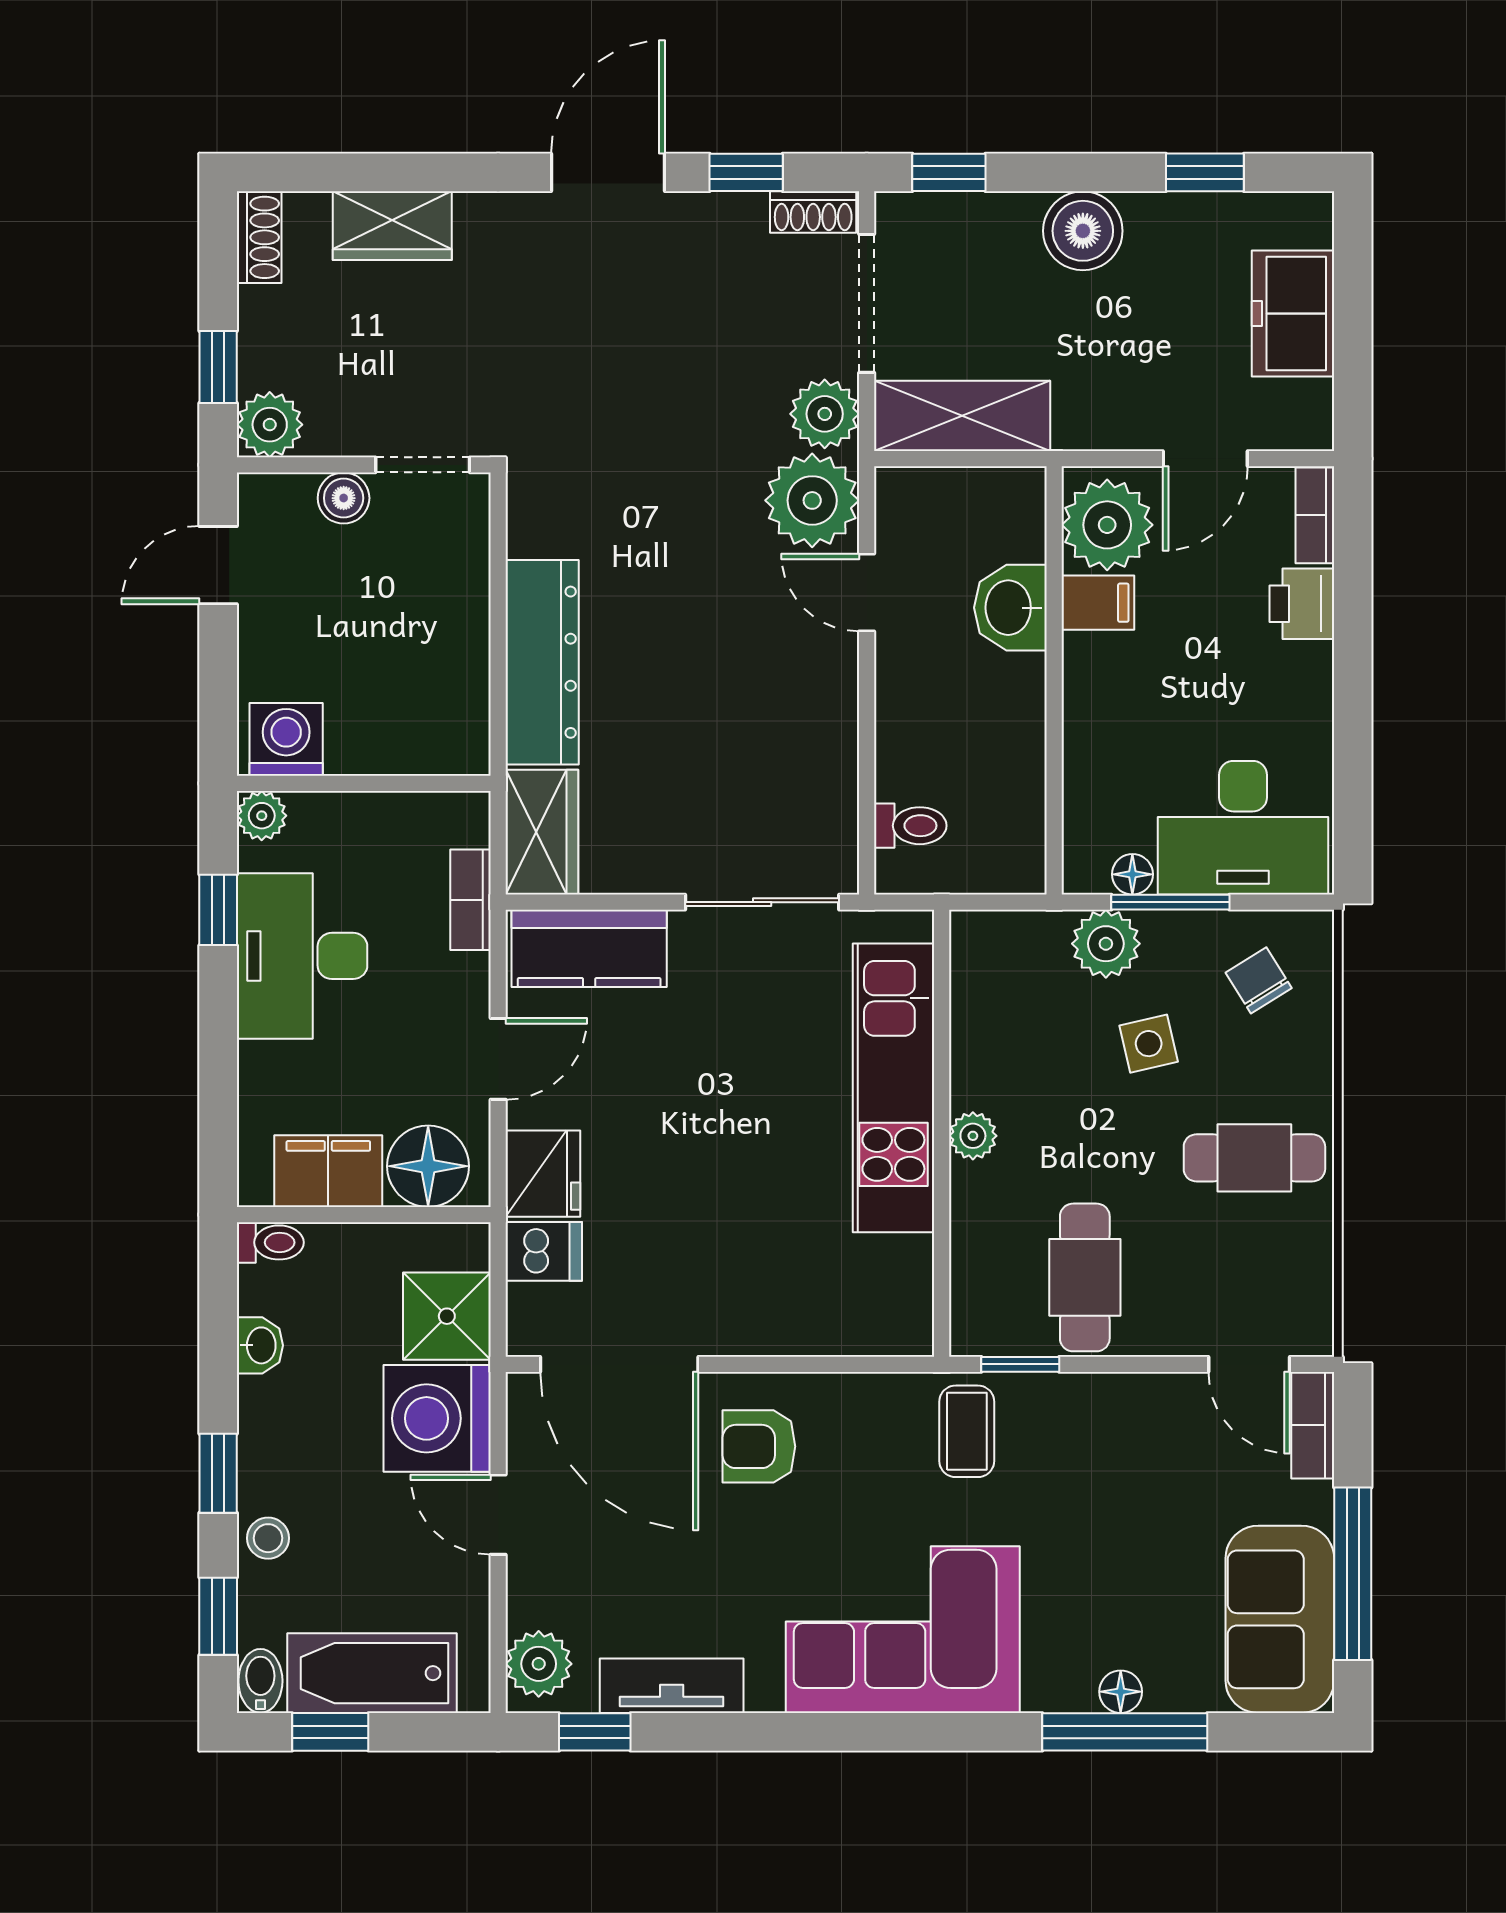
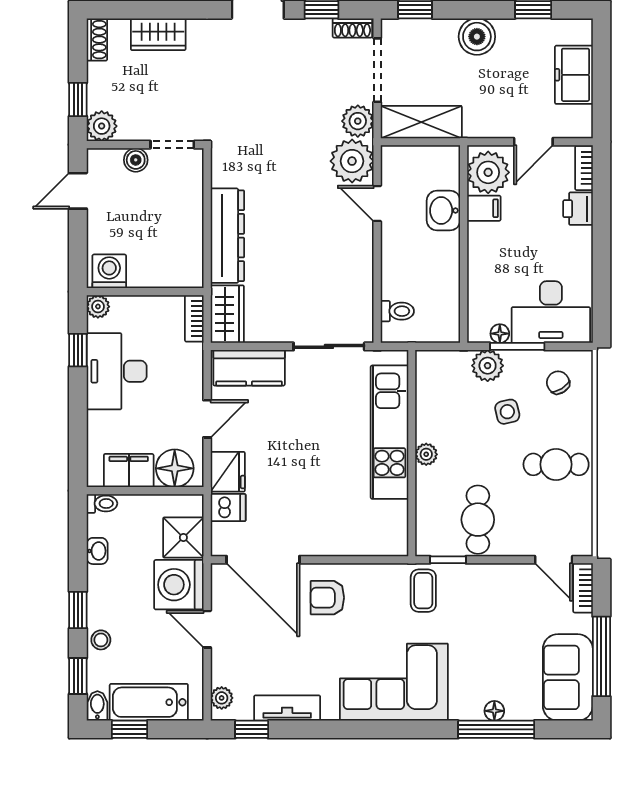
bookcase: (470, 900) -> (194, 318), moved
plant: (539, 1664) -> (222, 698), width x0.73, depth x0.73

